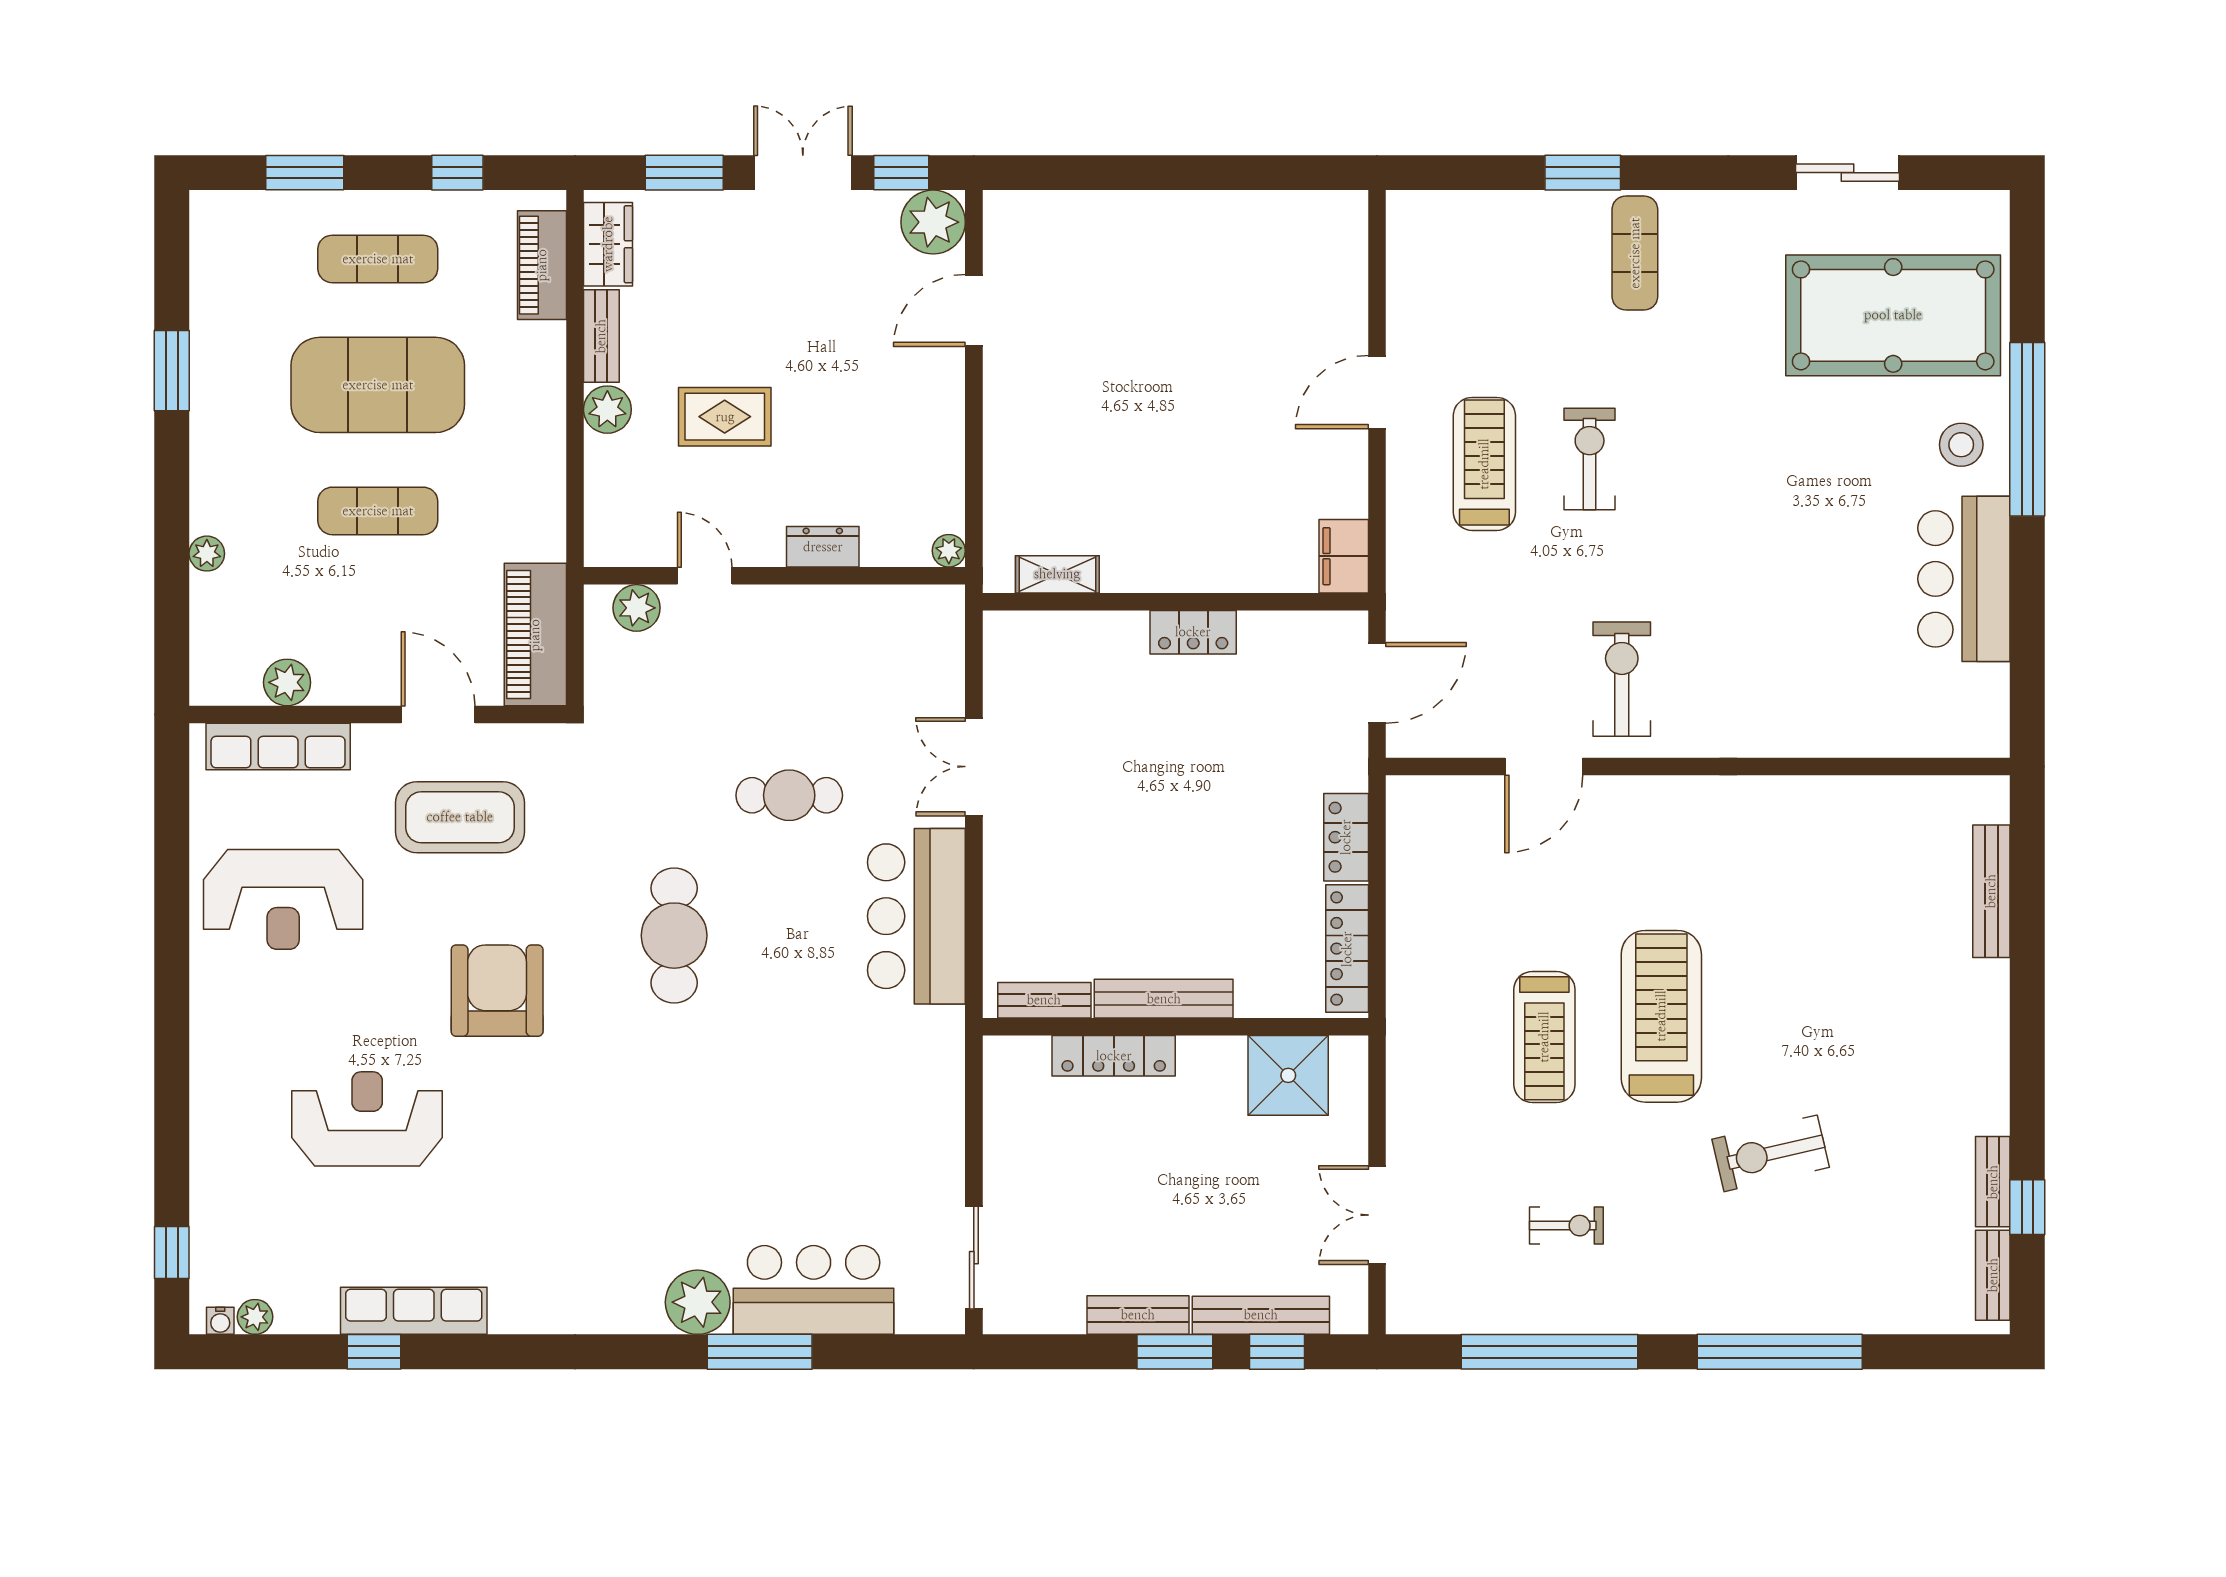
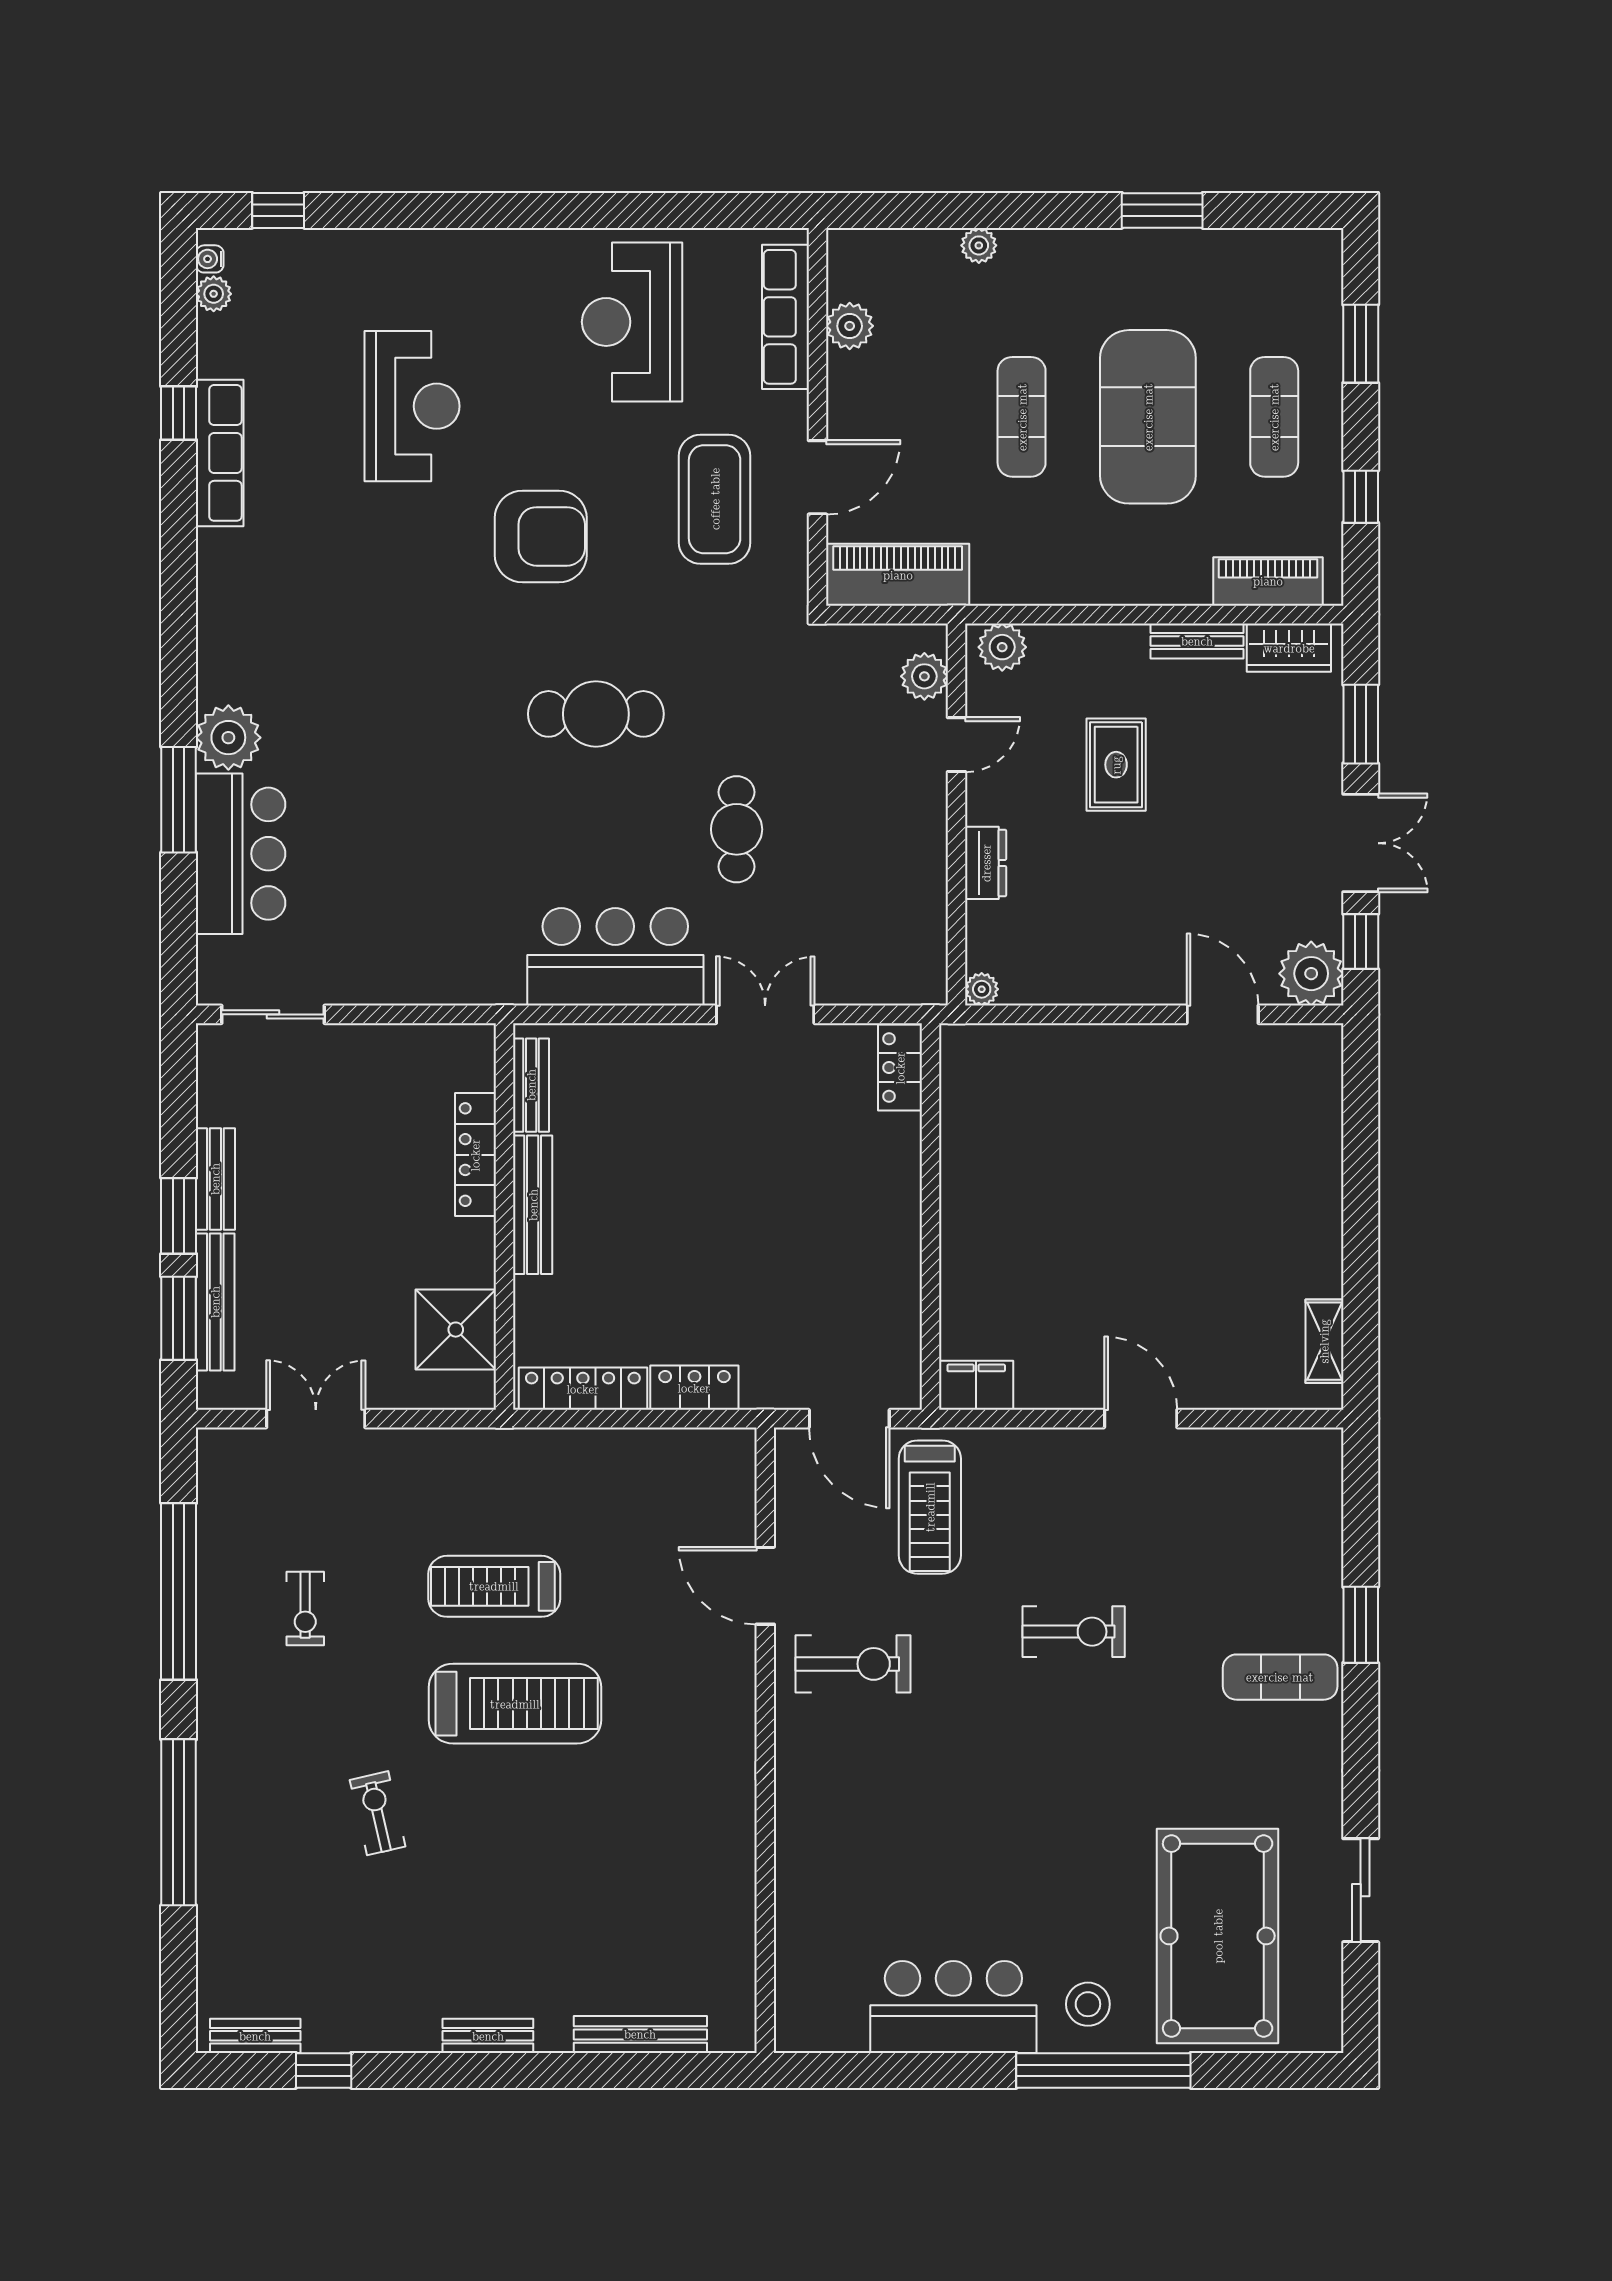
plant: (607, 410) -> (1002, 647), moved
treadmill: (1484, 464) -> (930, 1507), moved, turned 90
shelving: (1057, 574) -> (1324, 1341), moved
locker: (1193, 632) -> (900, 1068), moved
exercise bike: (1771, 1153) -> (378, 1813), width x0.73, depth x0.72
bench: (1993, 1182) -> (488, 2036), moved
window: (1277, 1352) -> (179, 1318), width x1.50

